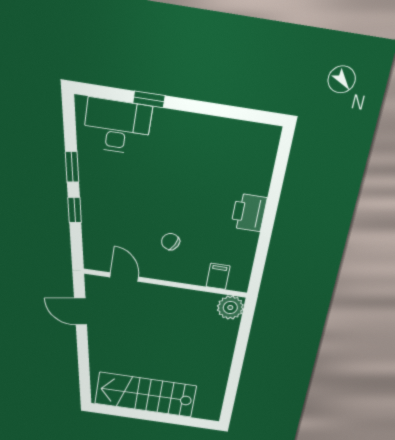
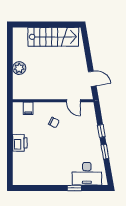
plant: (230, 308) -> (19, 68), moved

